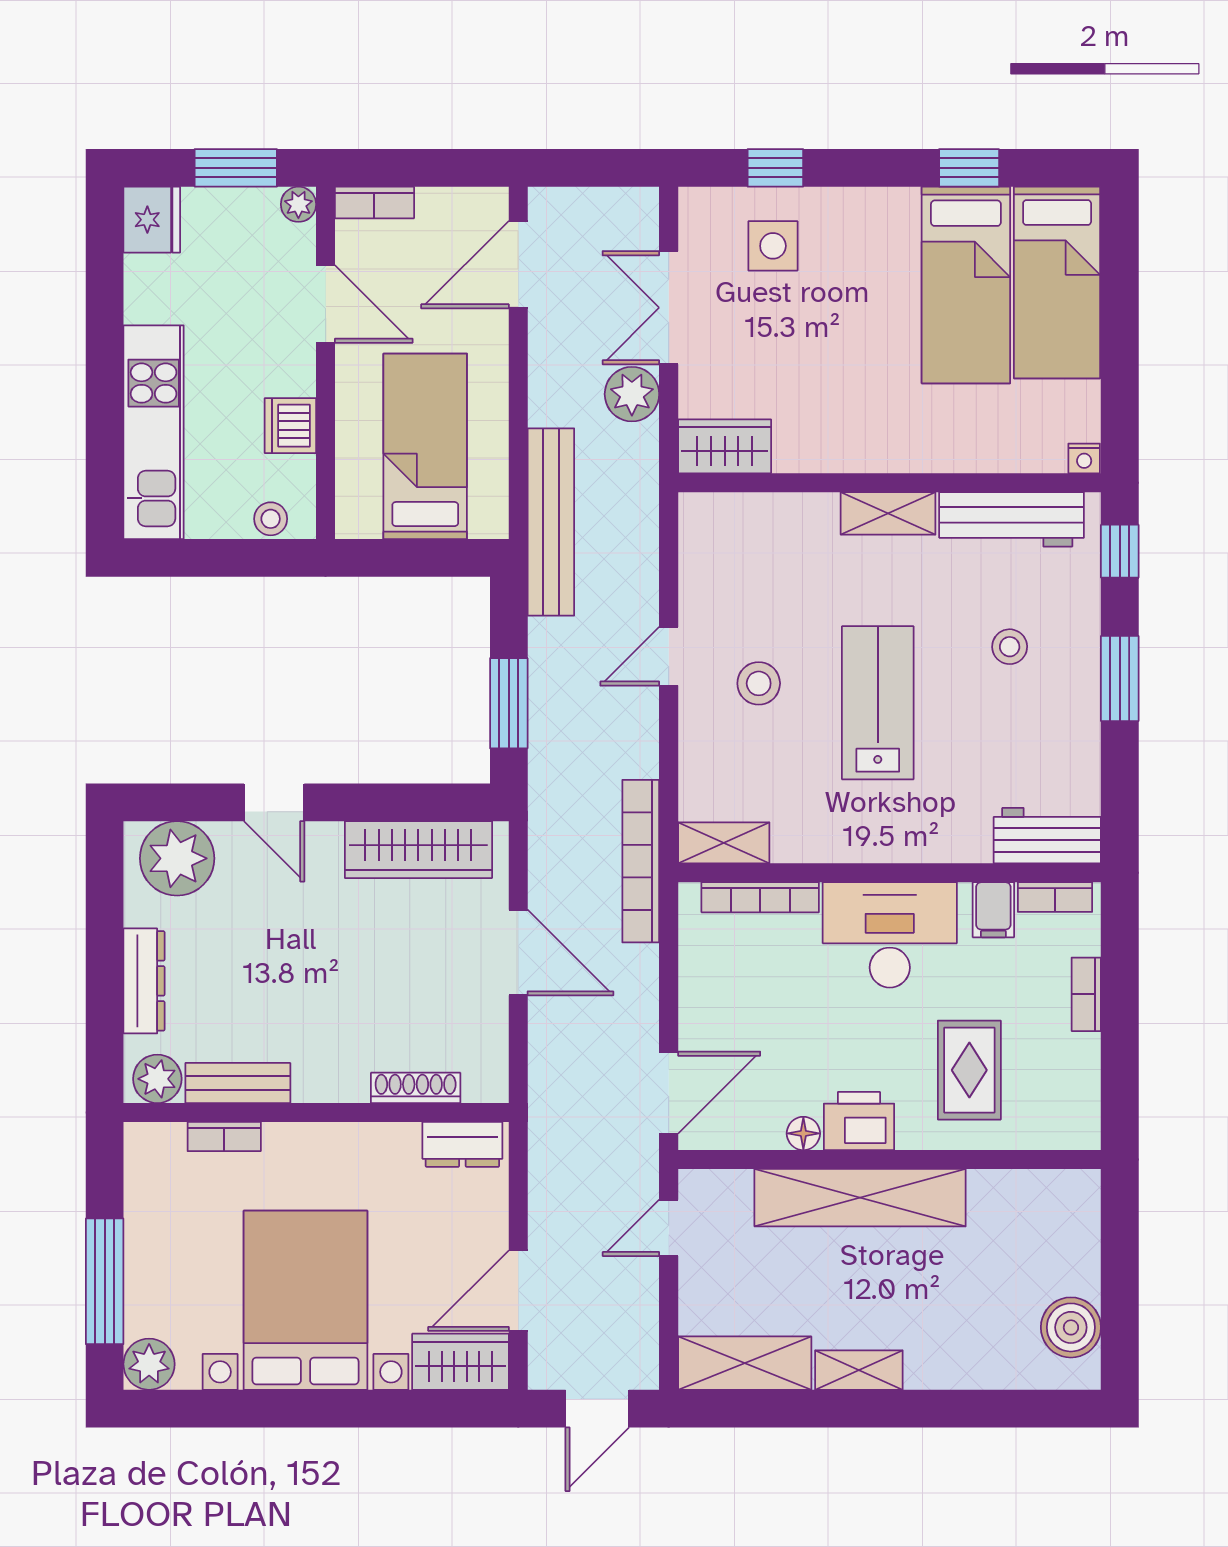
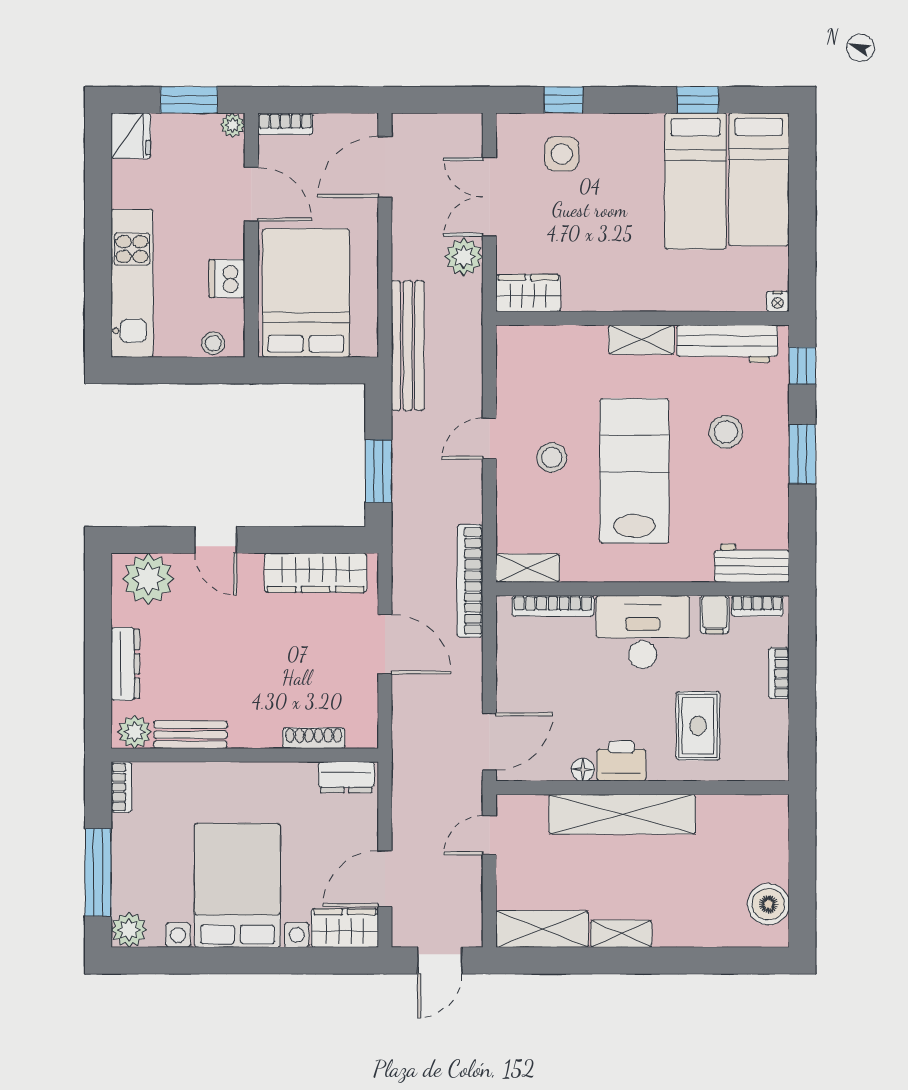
bed: (425, 446) -> (306, 293), width x1.50
stool: (1010, 647) -> (726, 432), width x1.37, depth x1.37
lab bench: (878, 703) -> (634, 471), width x1.36, depth x1.39
bookcase: (224, 1137) -> (121, 787), moved, turned -90

